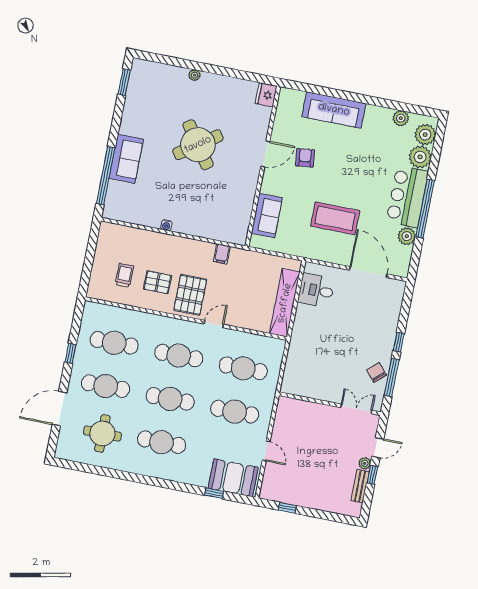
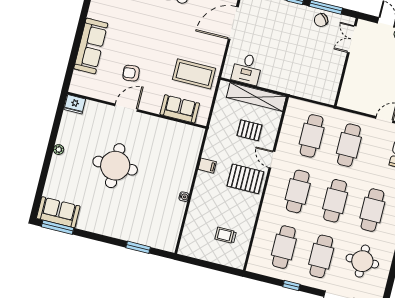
plant: (194, 75) -> (59, 150), moved
window: (124, 82) -> (58, 227), width x1.44
round table: (198, 145) -> (115, 166), turned 35
door: (265, 154) -> (126, 108), hinge flipped
sofa: (126, 159) -> (58, 212), moved
window: (106, 176) -> (138, 247), width x0.47
coffee table: (335, 218) -> (194, 74), moved, turned 90
filing cabinet: (222, 254) -> (207, 166), moved
pallet: (158, 282) -> (249, 130), moved, turned 90

